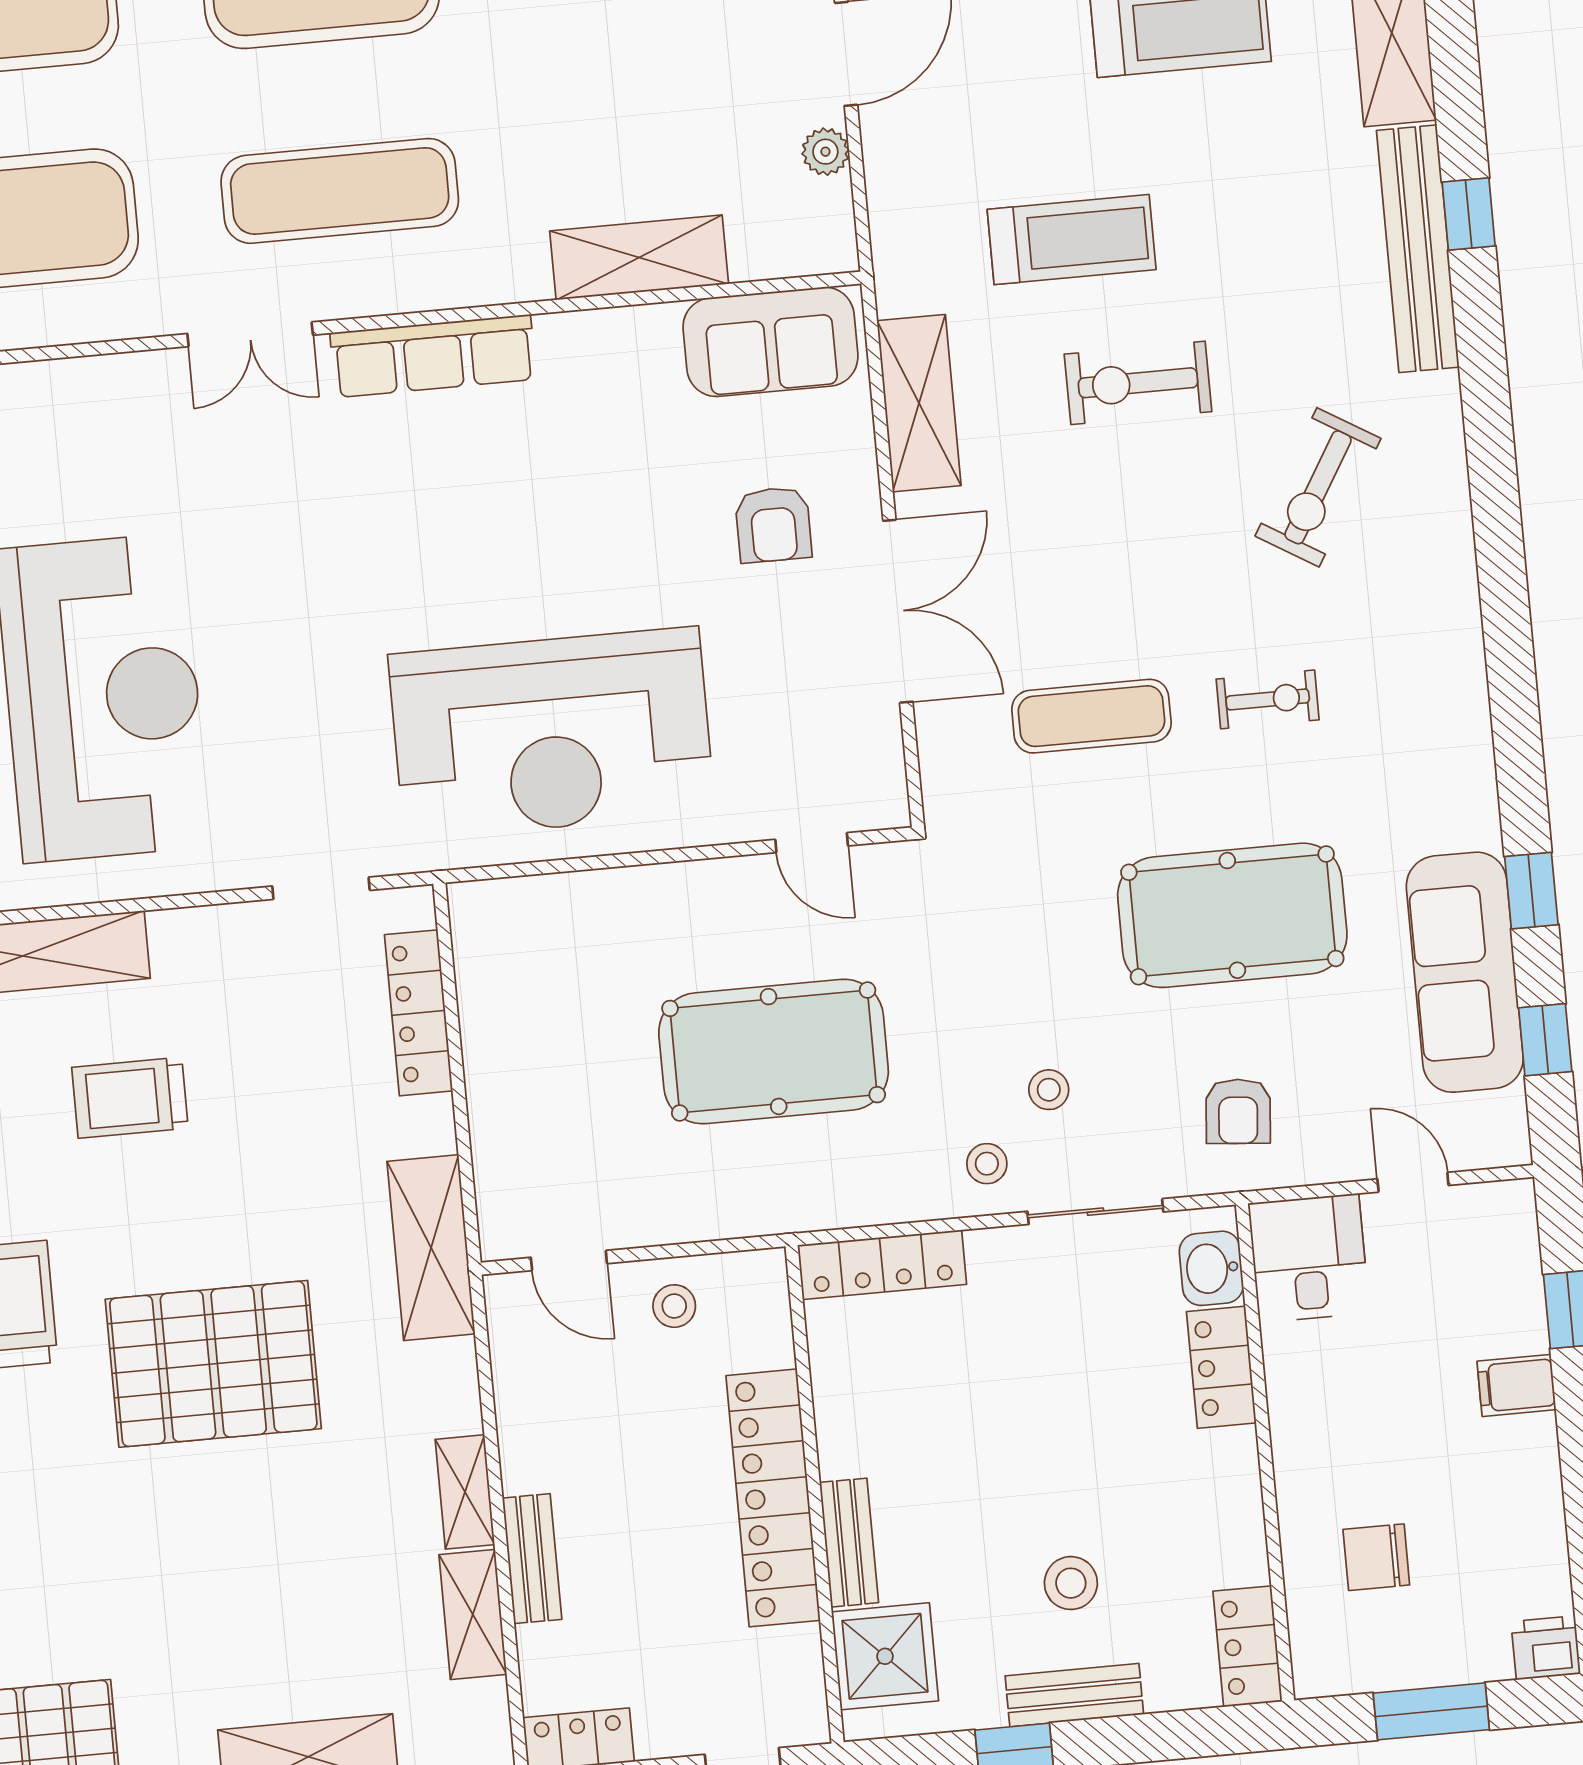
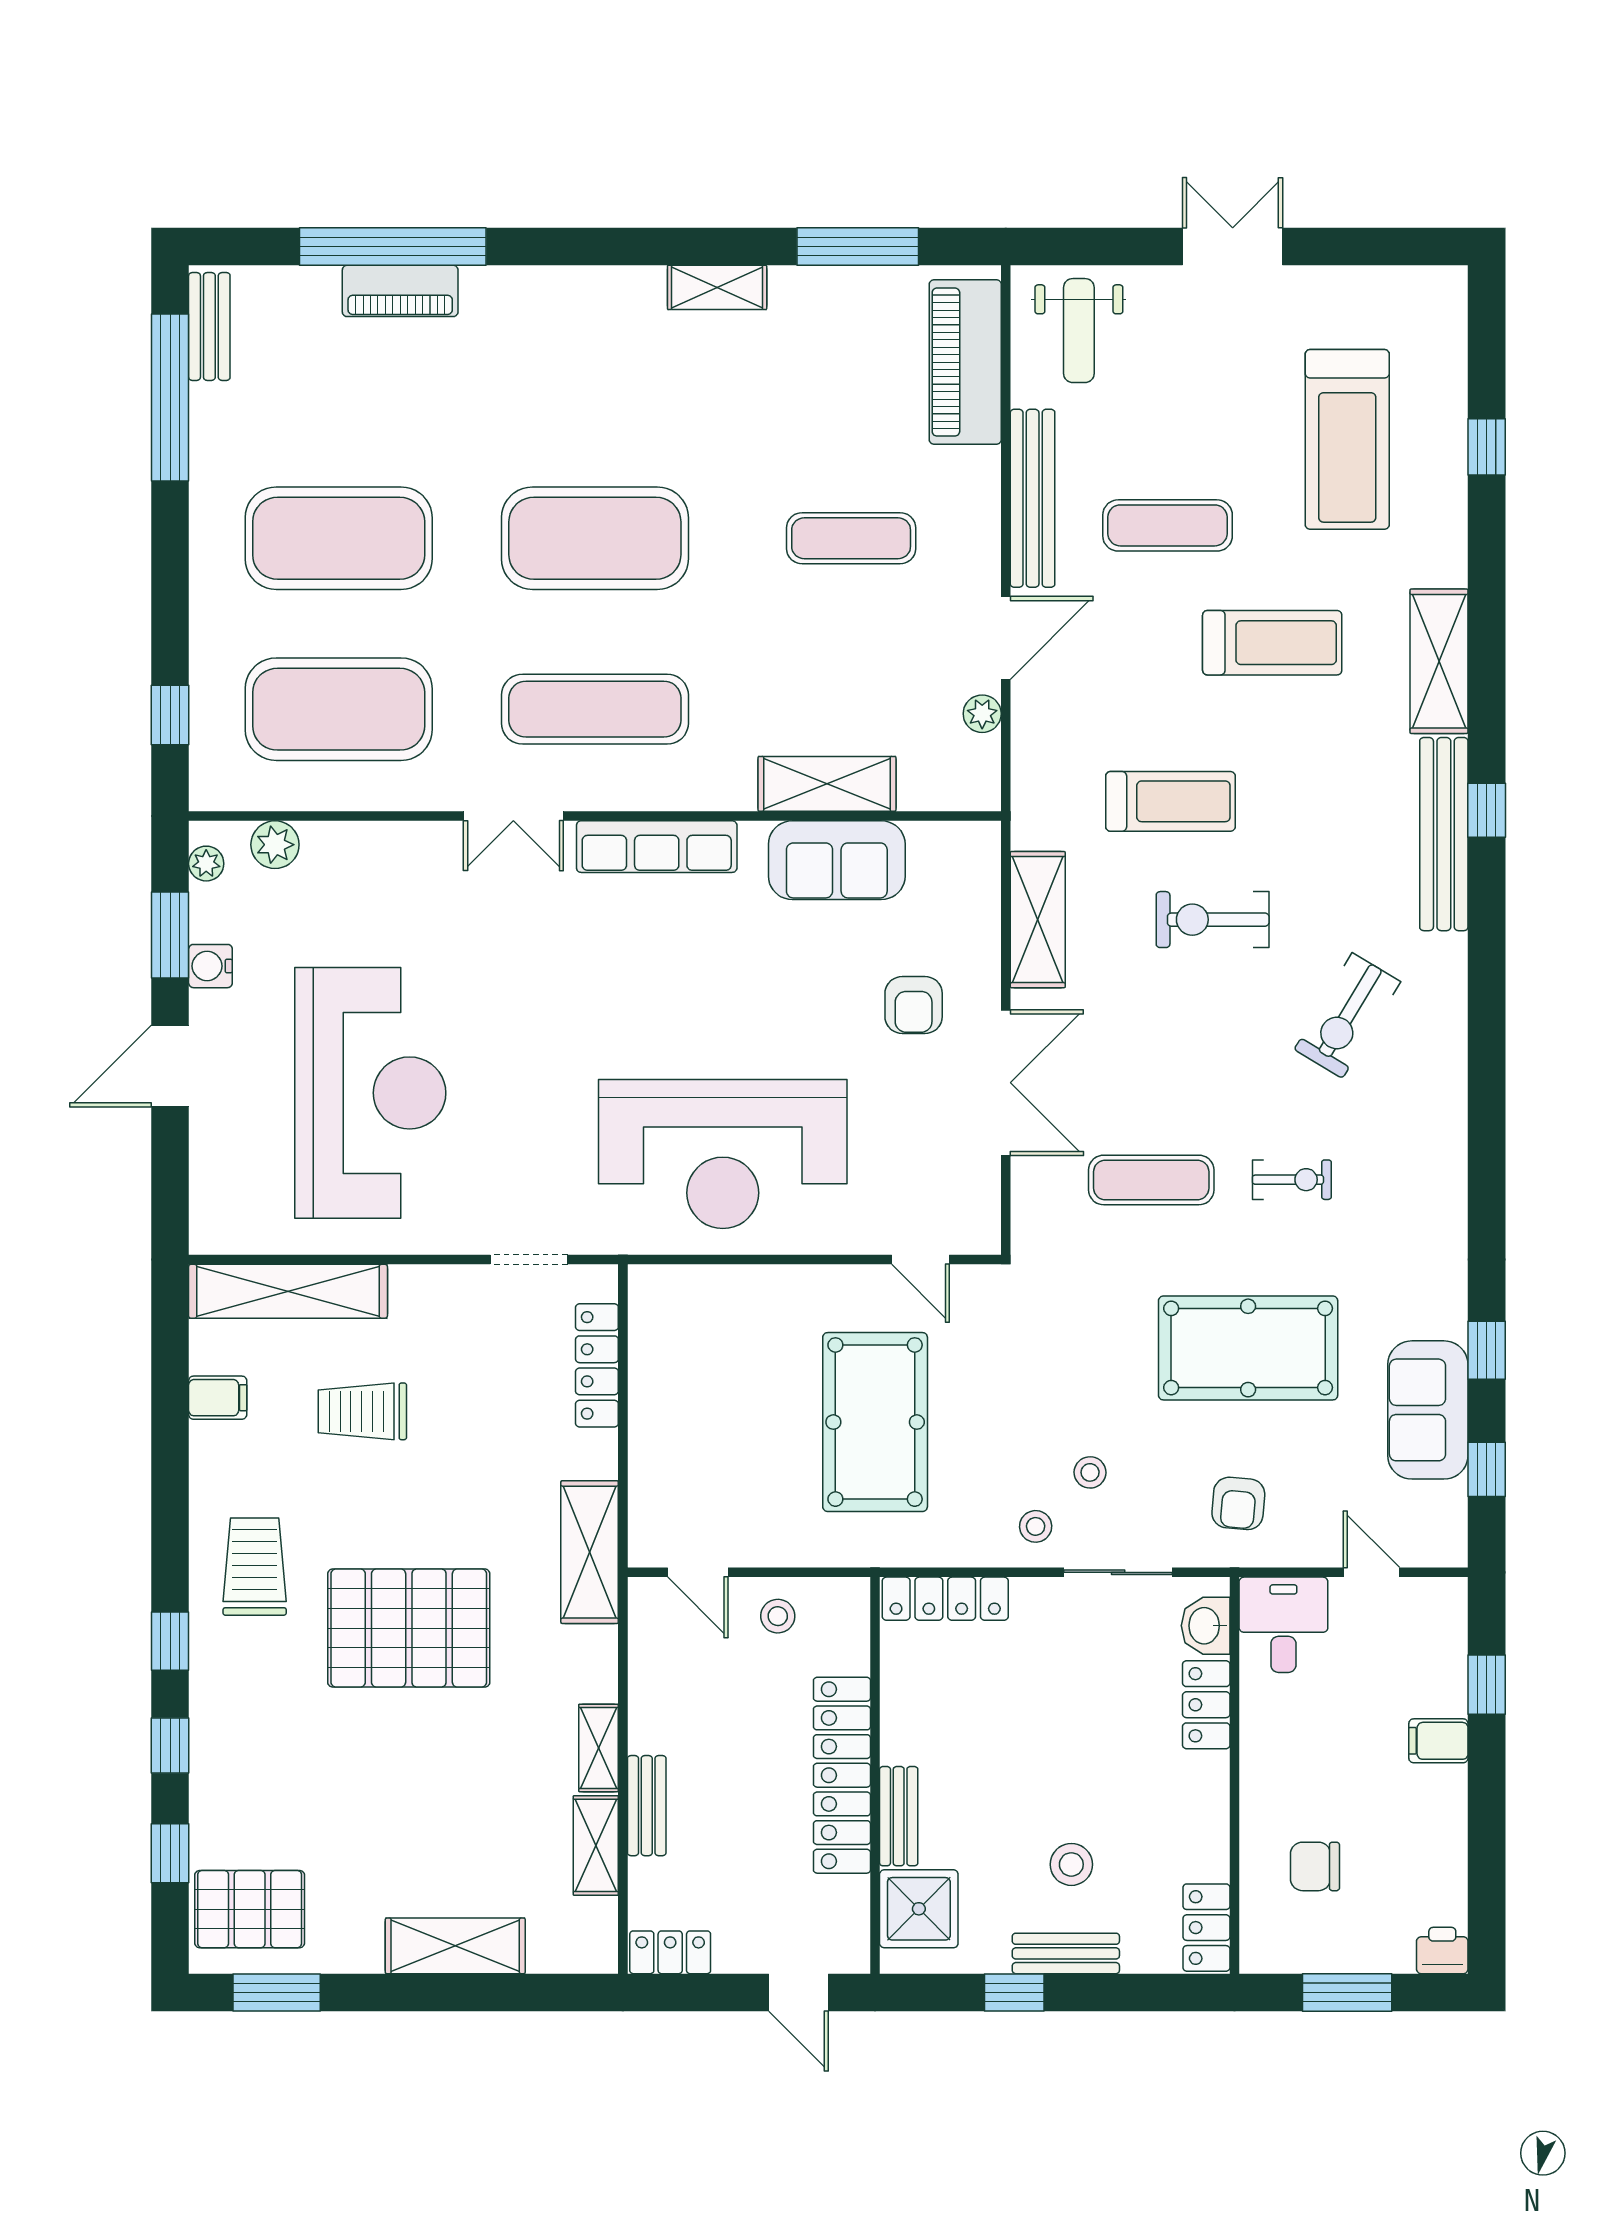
sofa: (770, 342) -> (837, 860), moved
sofa: (1465, 972) -> (1428, 1410), width x0.73
pool table: (774, 1052) -> (875, 1422), turned 90

